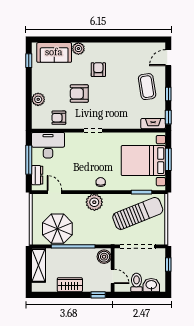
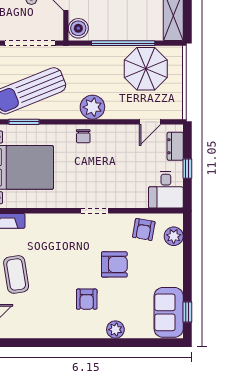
sofa: (54, 52) -> (169, 312), moved, turned -90
plant: (38, 99) -> (174, 236), moved
armchair: (59, 118) -> (144, 229), turned 100
desk: (48, 145) -> (166, 190), width x0.73
window: (29, 160) -> (187, 169), width x0.46
door: (55, 192) -> (150, 122), hinge flipped

